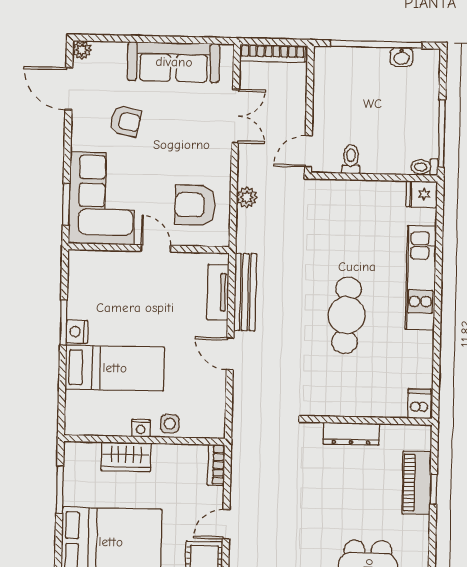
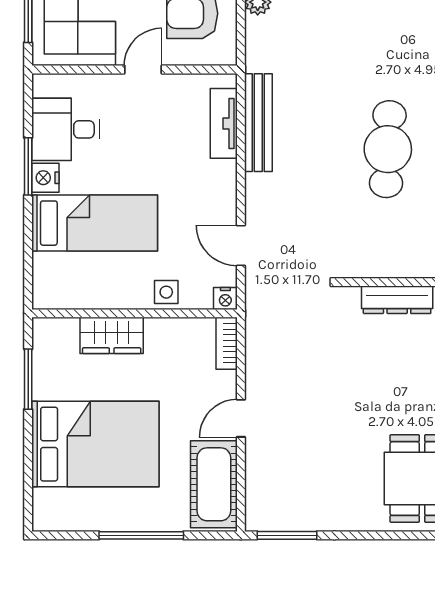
door: (156, 248) -> (143, 69), hinge flipped
desk: (94, 294) -> (66, 129), added
door: (230, 354) -> (241, 246), moved
nightstand: (141, 428) -> (225, 299), moved

